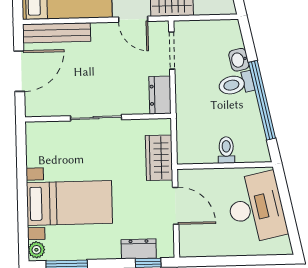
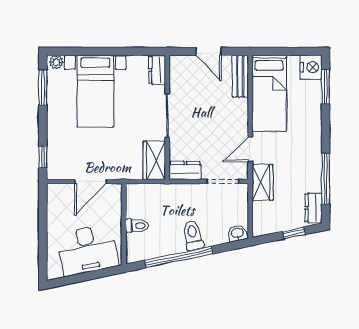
bench: (57, 33) -> (240, 76), width x0.73
washbasin: (239, 60) -> (237, 233), moved
door: (19, 71) -> (208, 51), width x0.73
wardrobe: (159, 158) -> (154, 160), moved, turned -90
dresser: (139, 249) -> (157, 70), moved, turned 180

